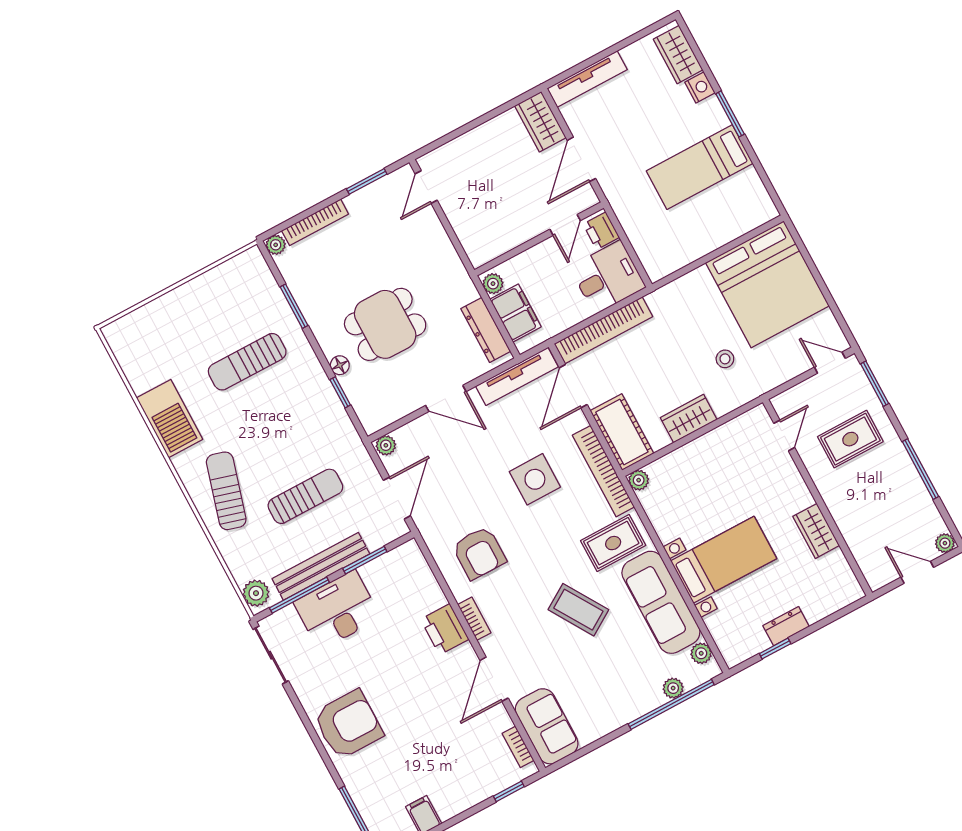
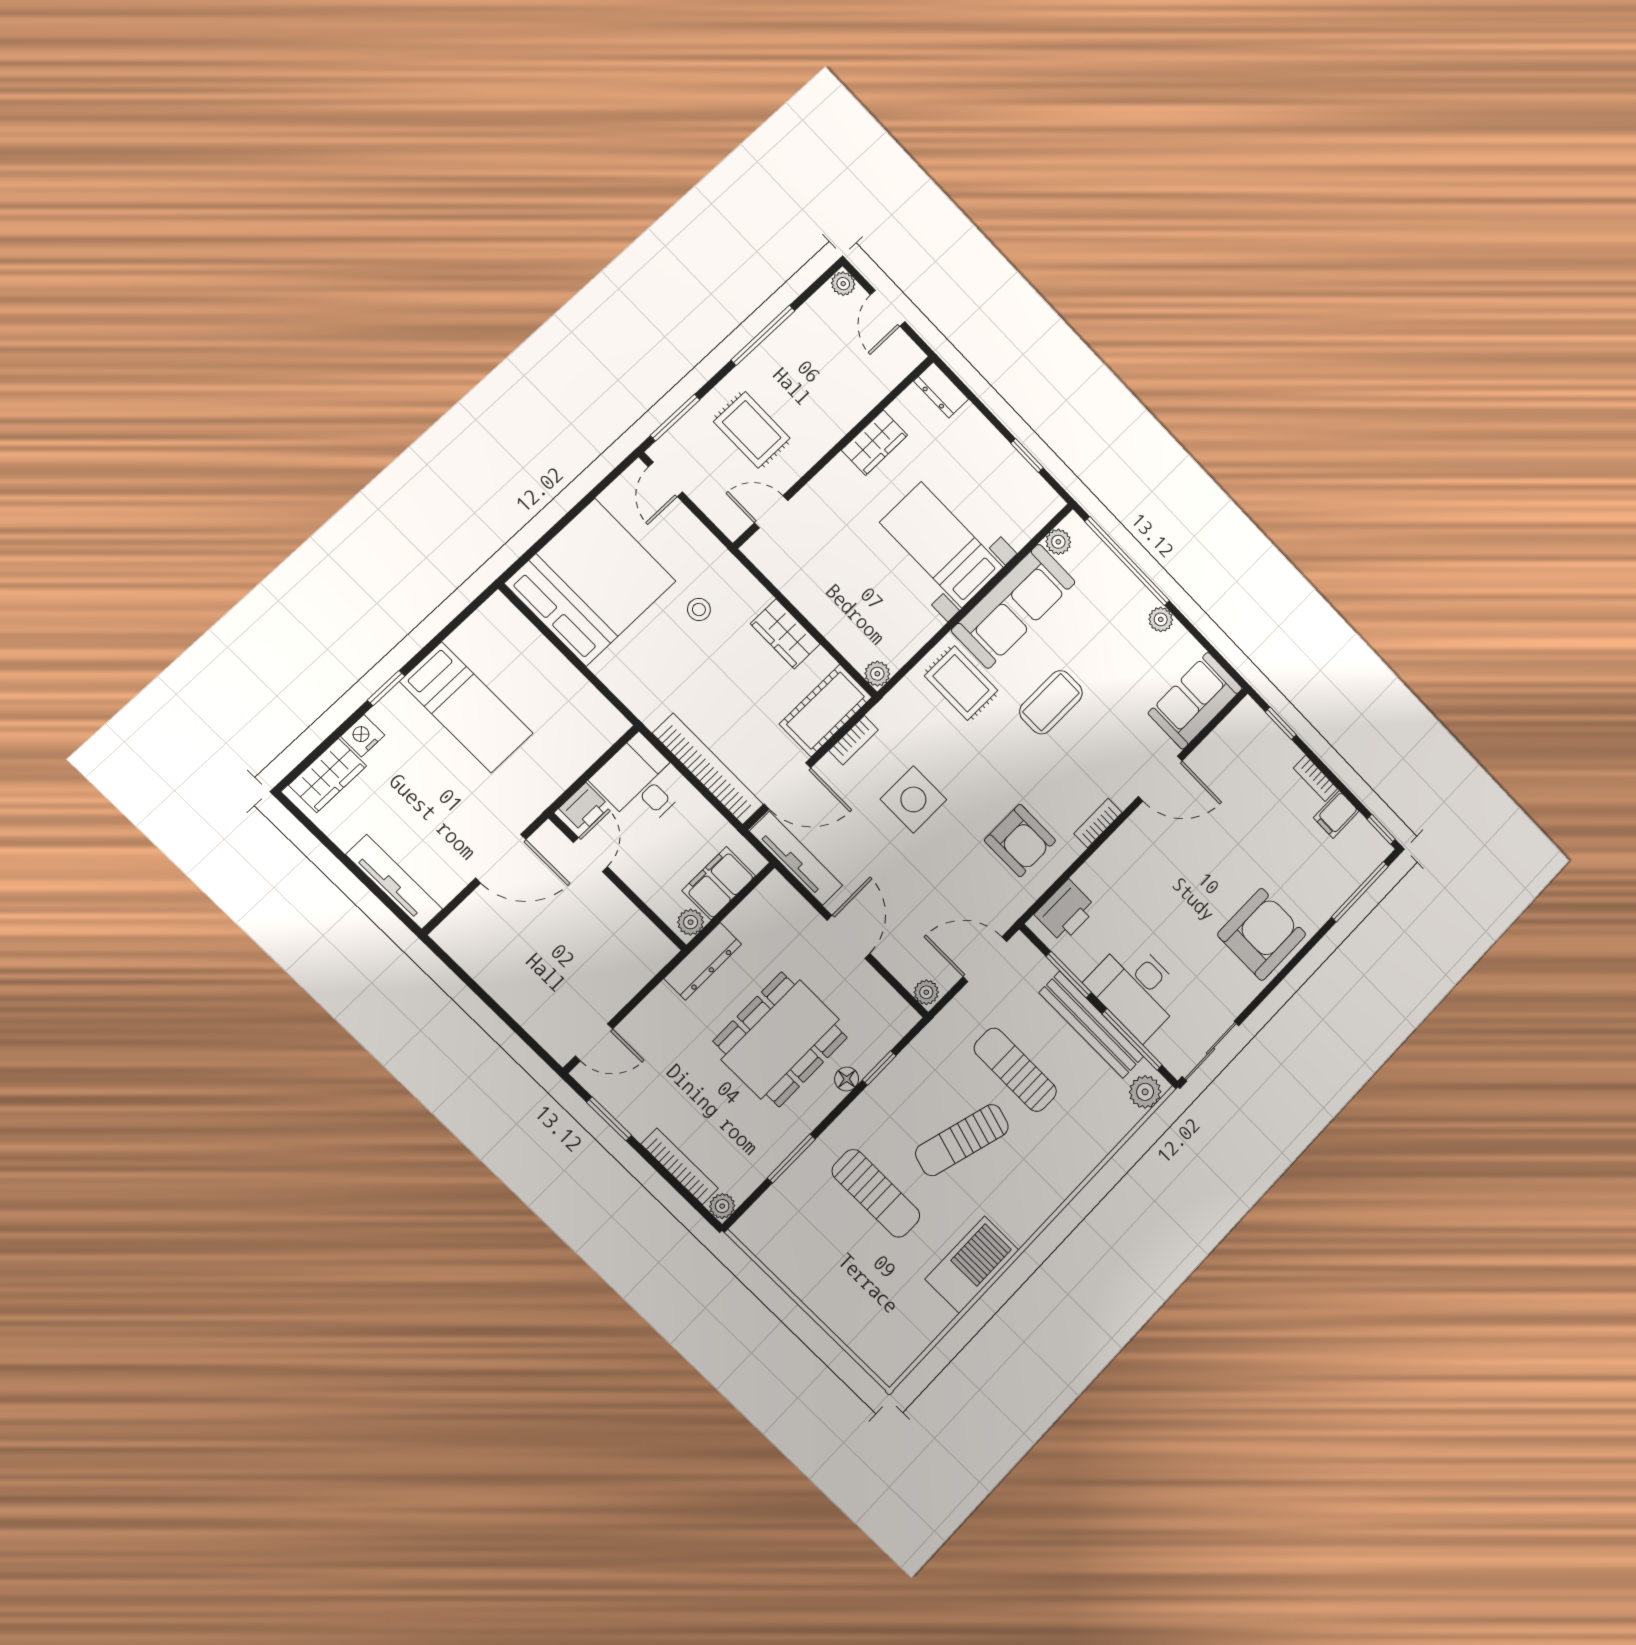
window: (730, 114) -> (386, 688), width x0.67
wardrobe: (540, 122) -> (467, 925), removed
door: (565, 225) -> (590, 855), hinge flipped
dining table: (385, 324) -> (780, 1039), width x1.38
dresser: (486, 330) -> (703, 961), moved
bookcase: (603, 471) -> (854, 740), width x0.43, depth x0.76
sun lounger: (226, 491) -> (962, 1140), moved
armchair: (479, 553) -> (1020, 840), turned 90
coffee table: (578, 610) -> (1051, 702), turned 32
dresser: (786, 626) -> (941, 390), moved
printer: (445, 629) -> (1066, 911), moved
plant: (673, 688) -> (1161, 619), moved
armchair: (348, 725) -> (1262, 934), turned 90
bookcase: (518, 747) -> (1315, 778), moved, turned 90

